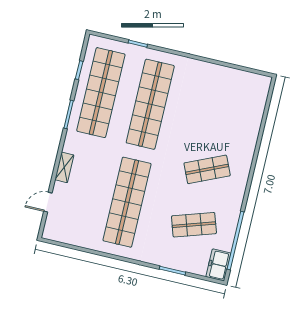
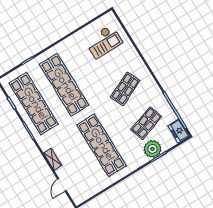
checkout: (233, 101) -> (104, 42), added
plant: (174, 257) -> (152, 149), added

